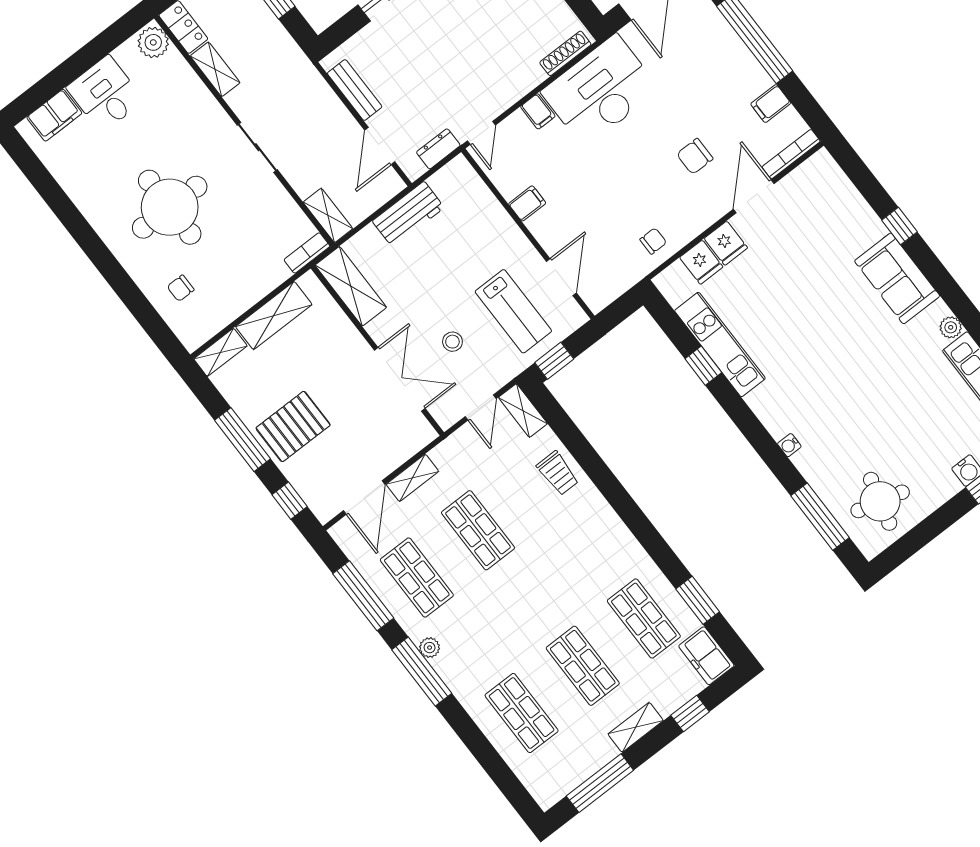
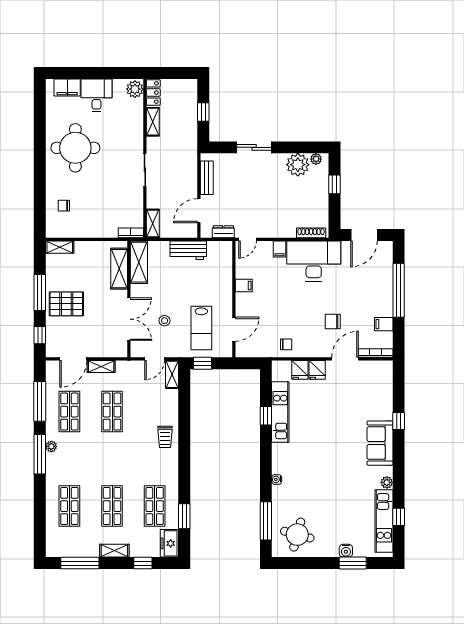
round table: (170, 207) -> (75, 148), moved
shelving: (274, 316) -> (119, 269), moved, turned 90
trolley: (558, 473) -> (165, 437), moved

